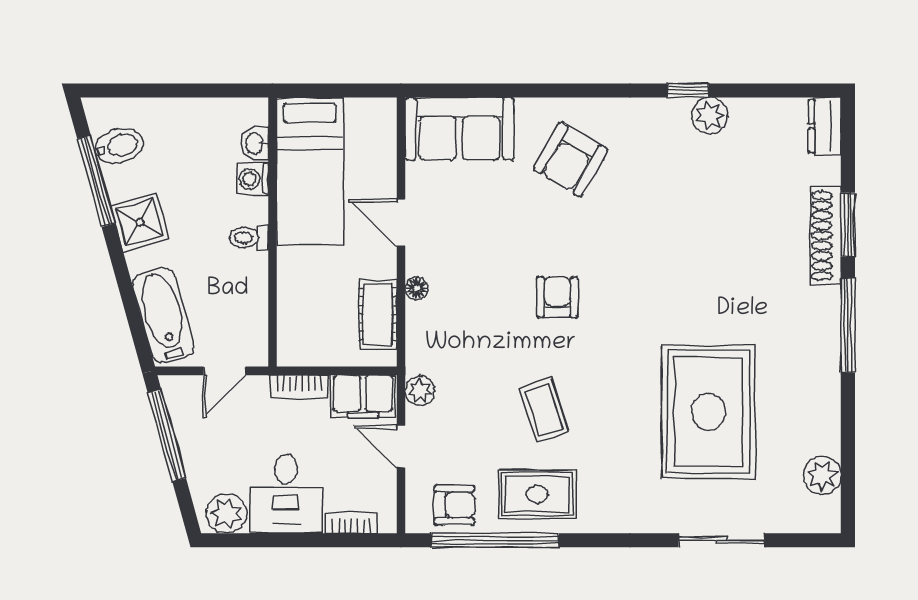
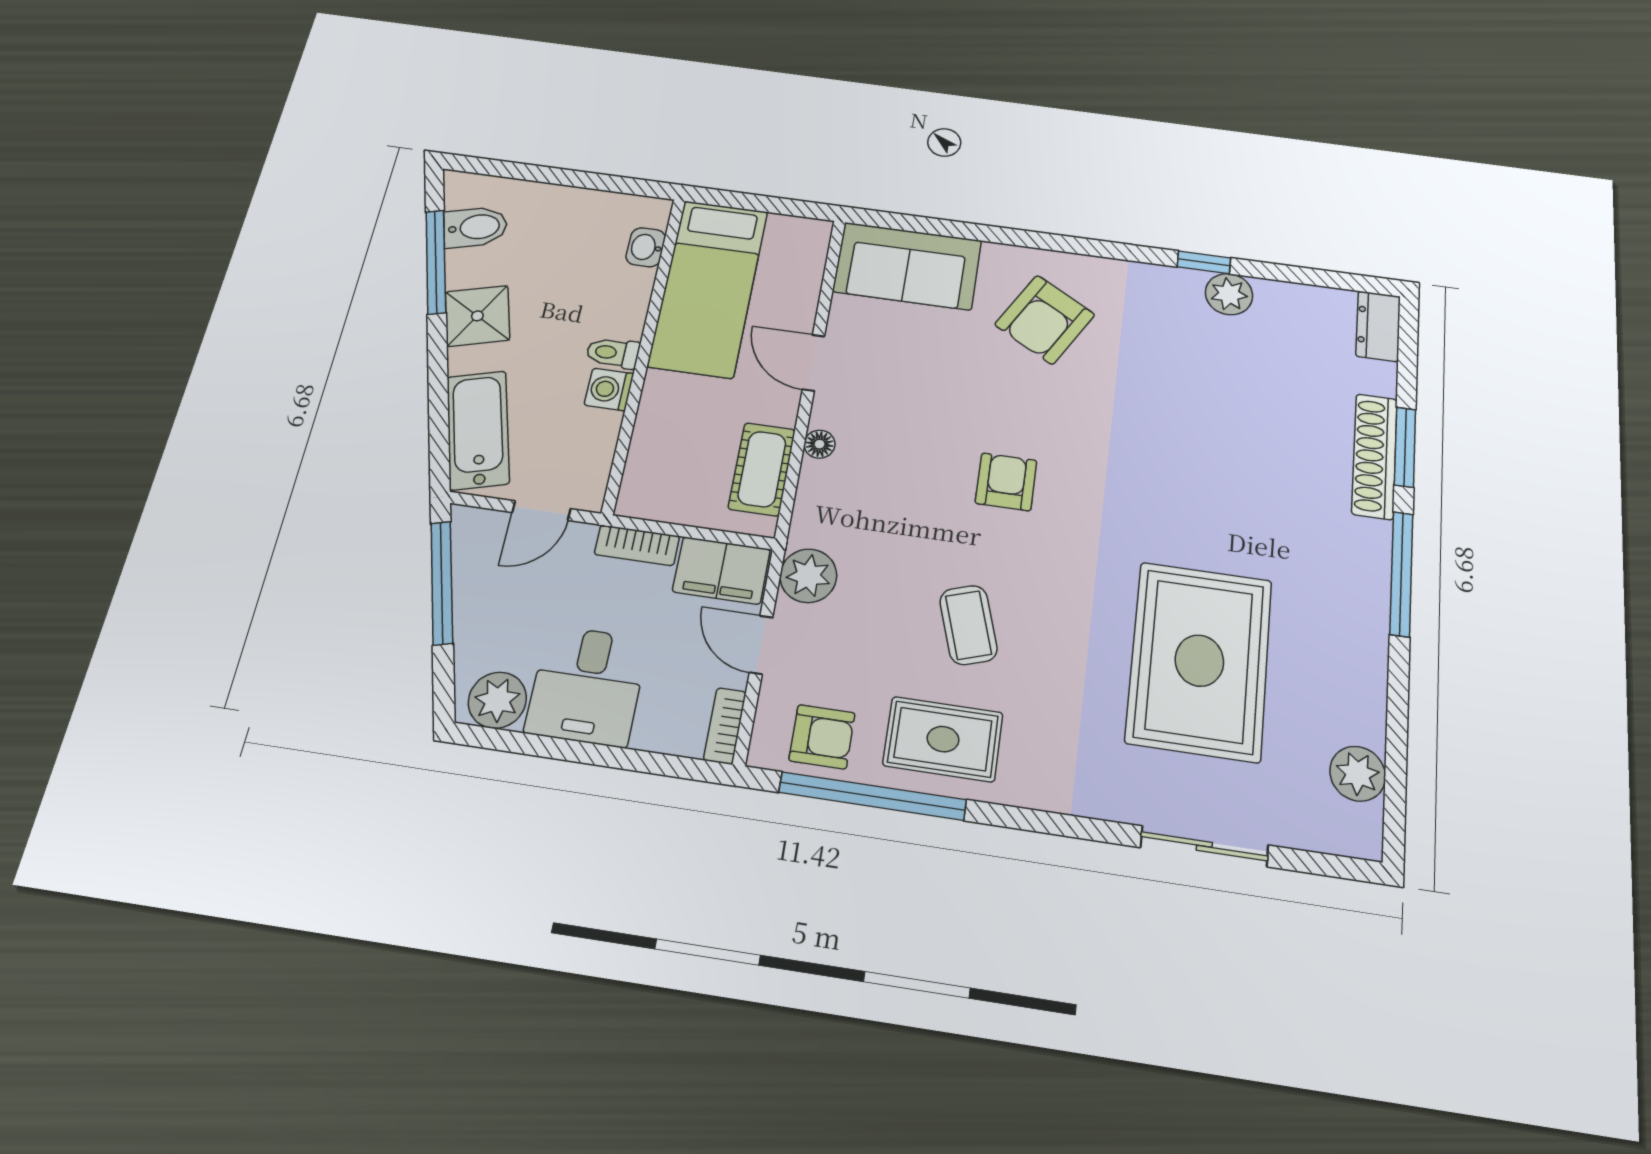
washing machine: (253, 179) -> (609, 389), moved
plant: (420, 391) -> (808, 576), width x1.38, depth x1.38
bookcase: (351, 523) -> (725, 726), moved, turned -90

